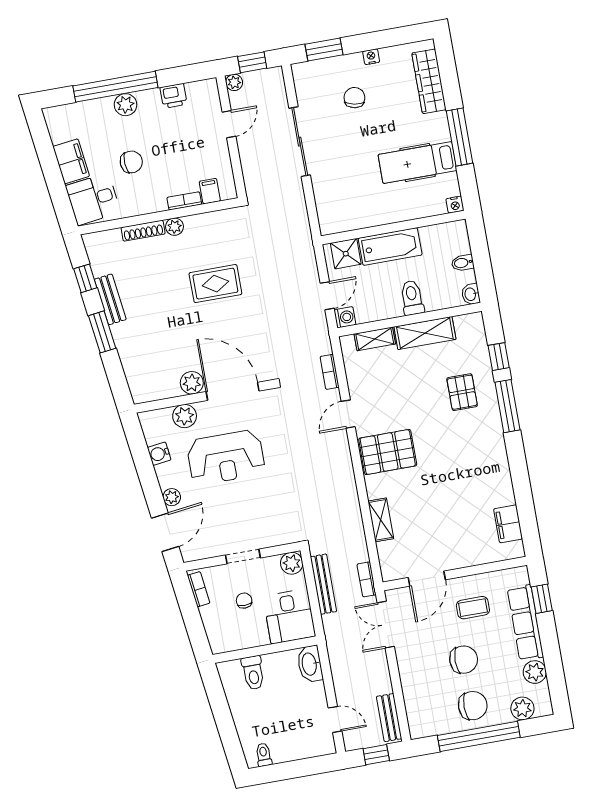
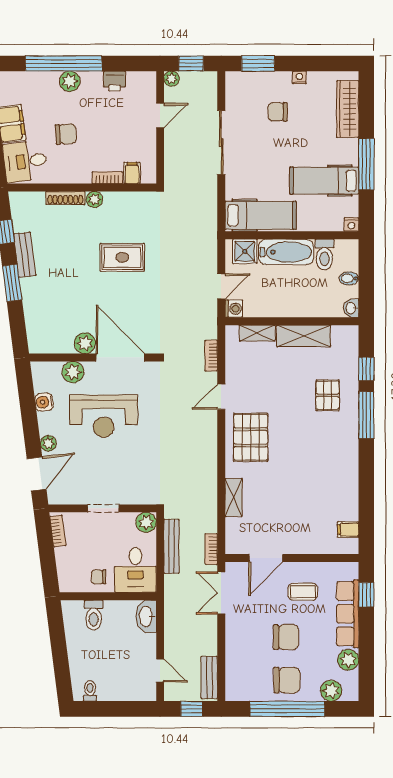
chair: (354, 98) -> (278, 112), turned -101
hospital bed: (356, 212) -> (261, 215), added
toilet: (412, 298) -> (324, 255), moved, turned 180
pallet: (388, 452) -> (251, 437), turned 90
filing cabinet: (508, 524) -> (348, 530), width x0.50
chair: (244, 601) -> (99, 577), moved, turned -90

